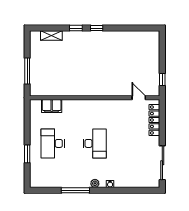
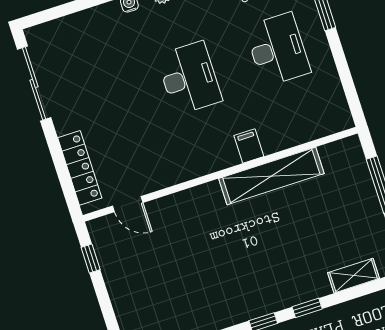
shelving: (73, 90) -> (271, 176), added
filing cabinet: (52, 106) -> (249, 146), moved, width x0.50
desk: (95, 143) -> (189, 78), turned 180

